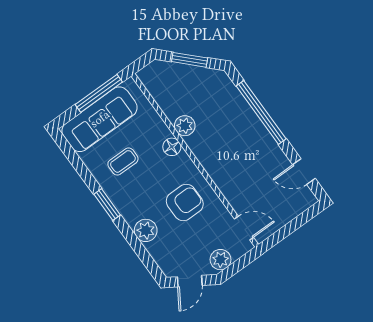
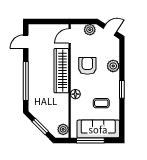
plant: (185, 126) -> (63, 129), moved
wardrobe: (219, 167) -> (61, 71), added
door: (304, 172) -> (26, 42), swing flipped
armchair: (185, 202) -> (87, 66), turned 90
door: (244, 228) -> (70, 36), hinge flipped

